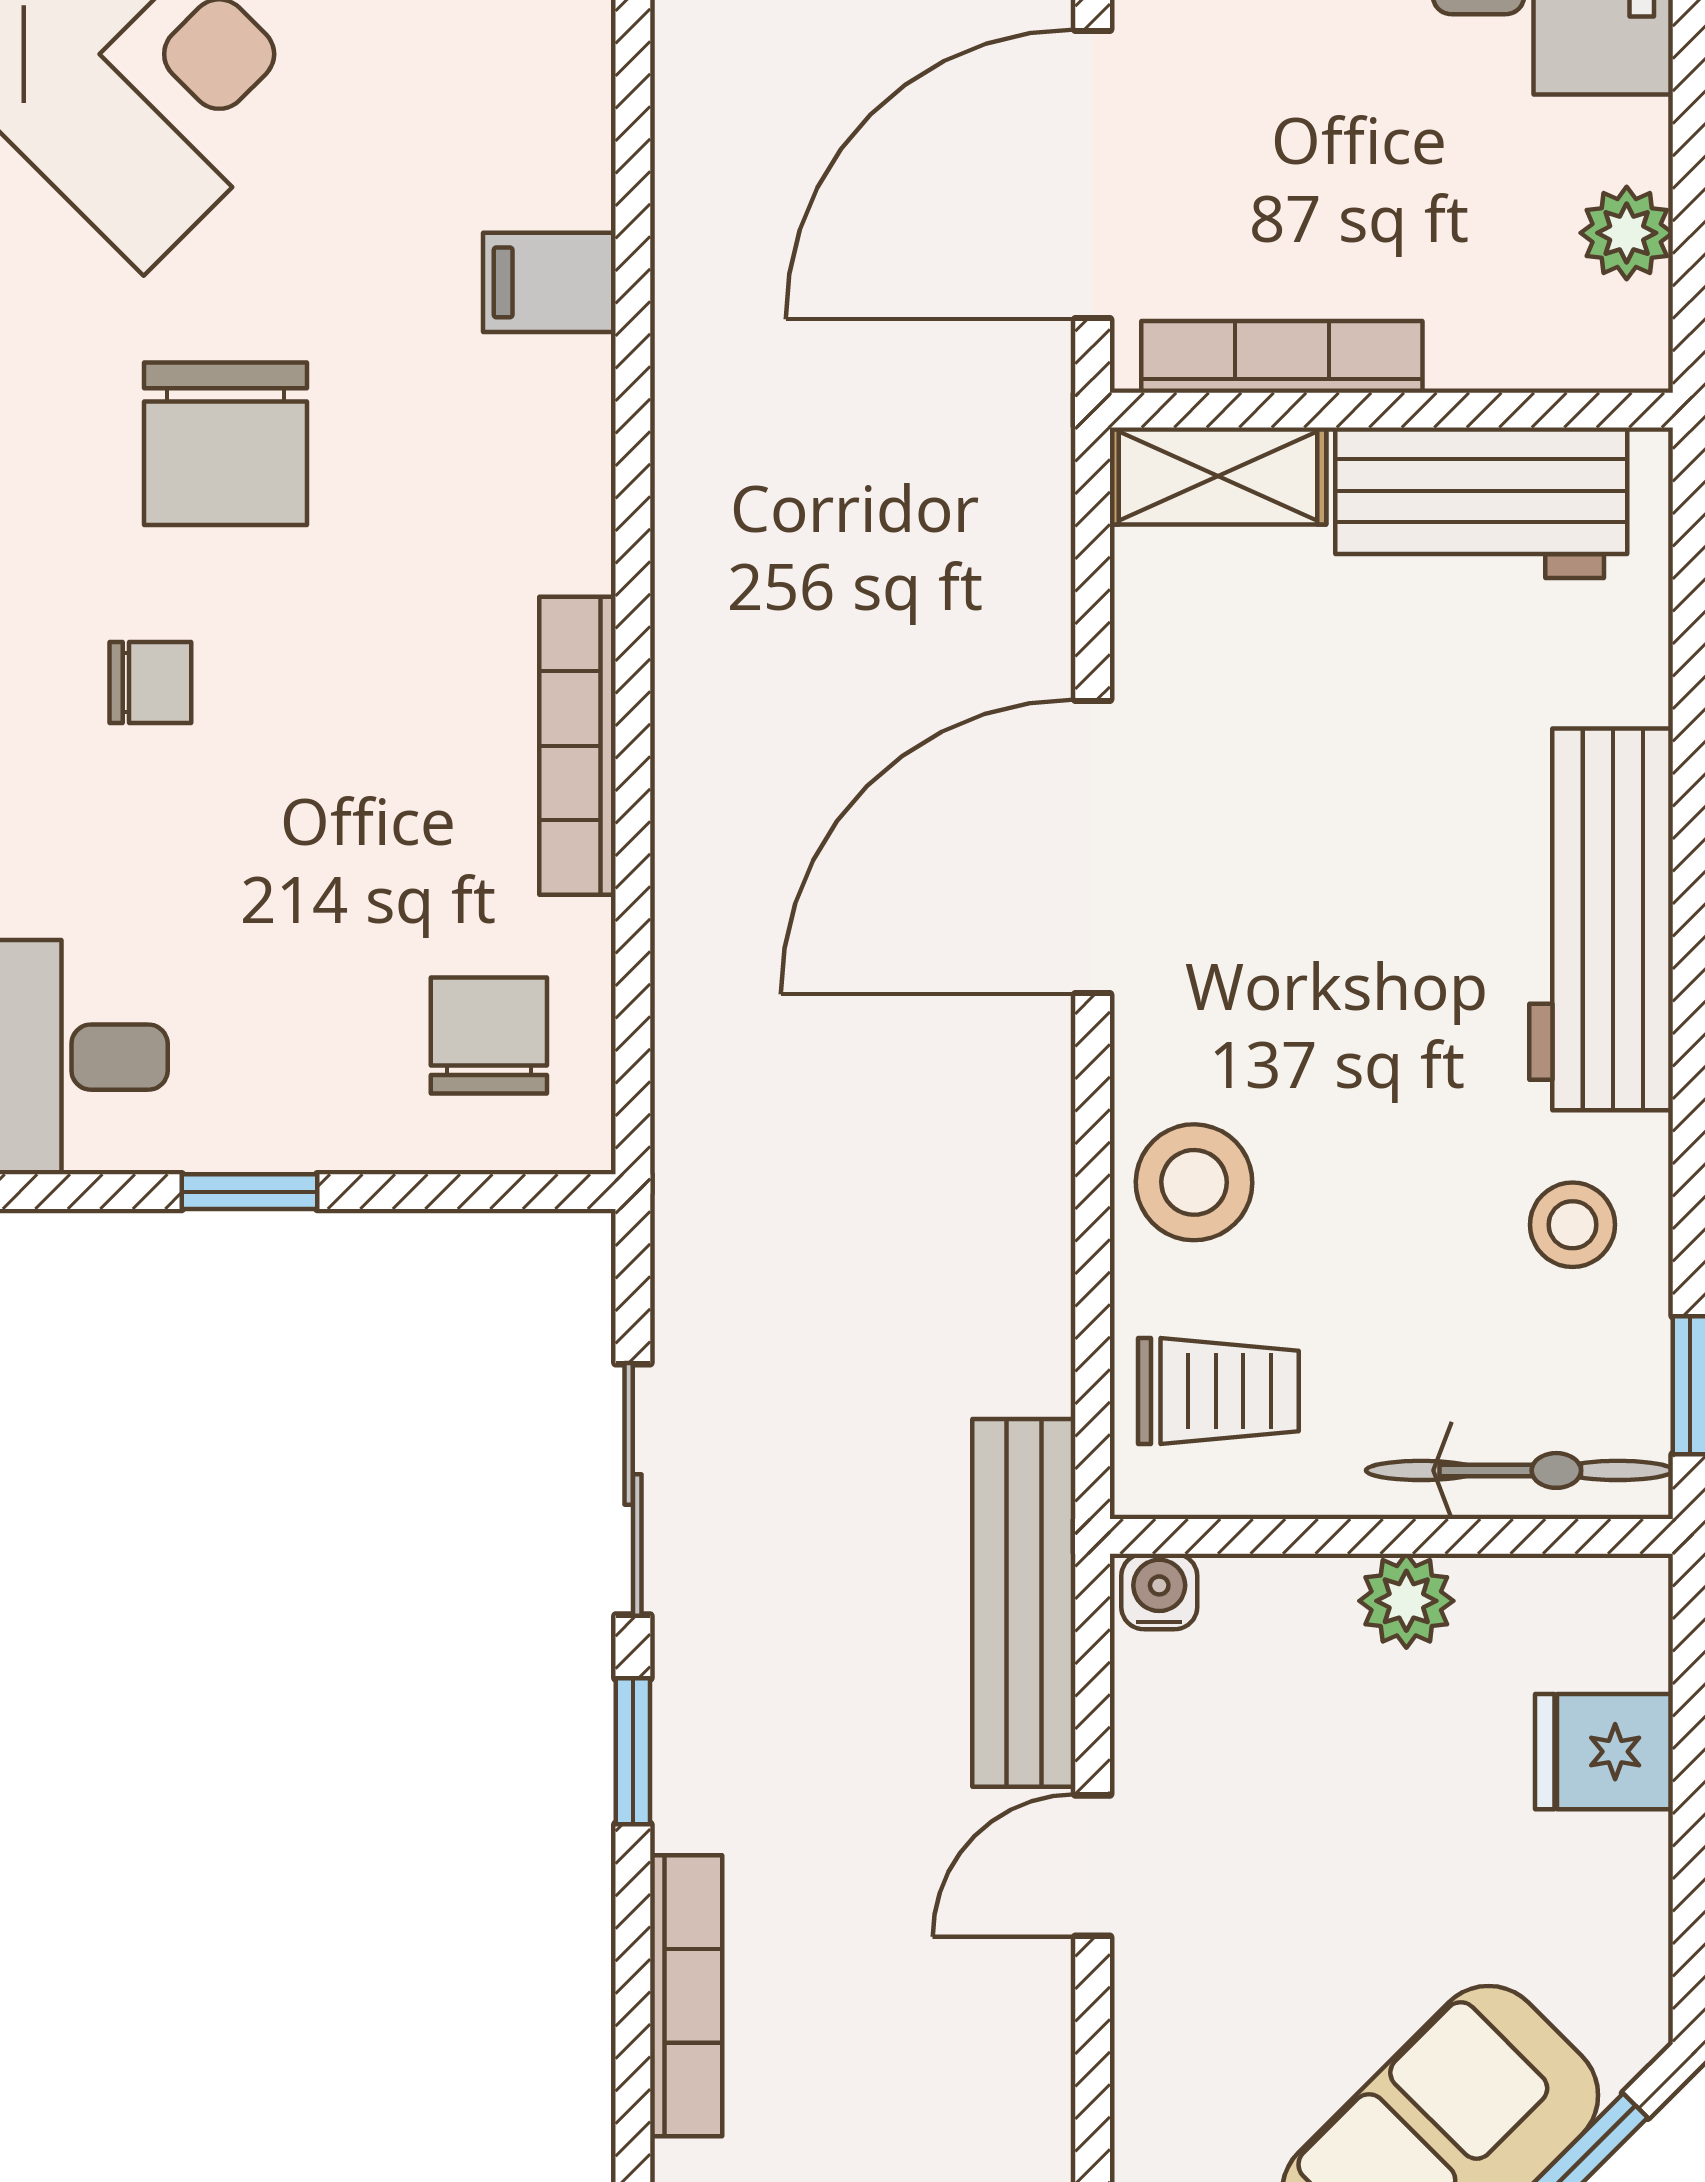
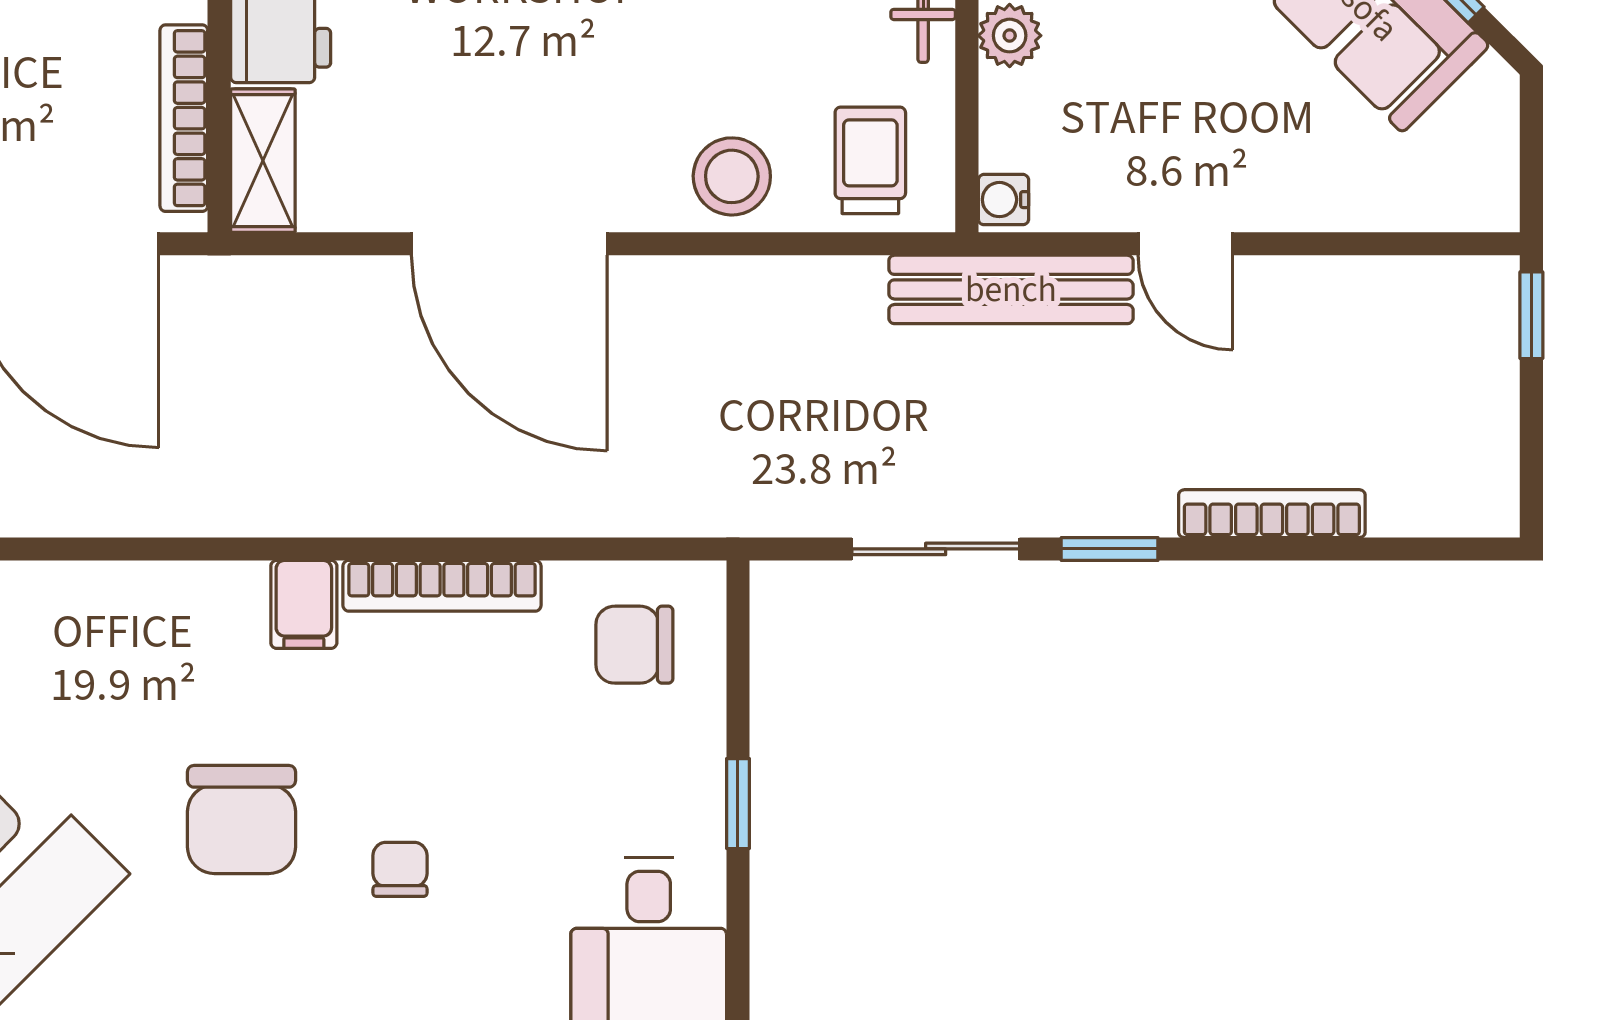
filing cabinet: (549, 282) -> (304, 604), moved
chair: (225, 444) -> (242, 820), turned 90

